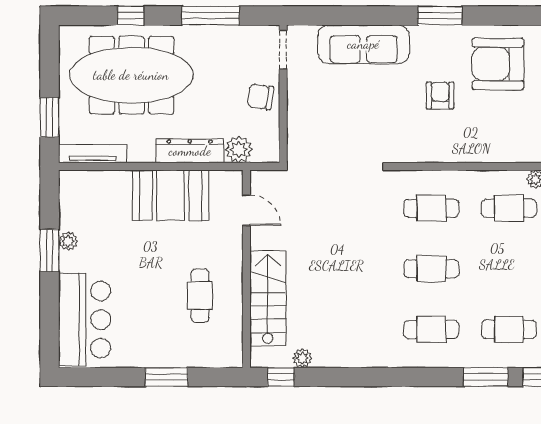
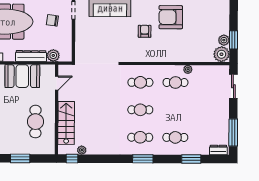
chair: (260, 97) -> (52, 20), moved
door: (246, 210) -> (57, 83), hinge flipped
cafe table: (200, 296) -> (35, 122), width x1.37, depth x1.35
window: (486, 377) -> (143, 159), moved

